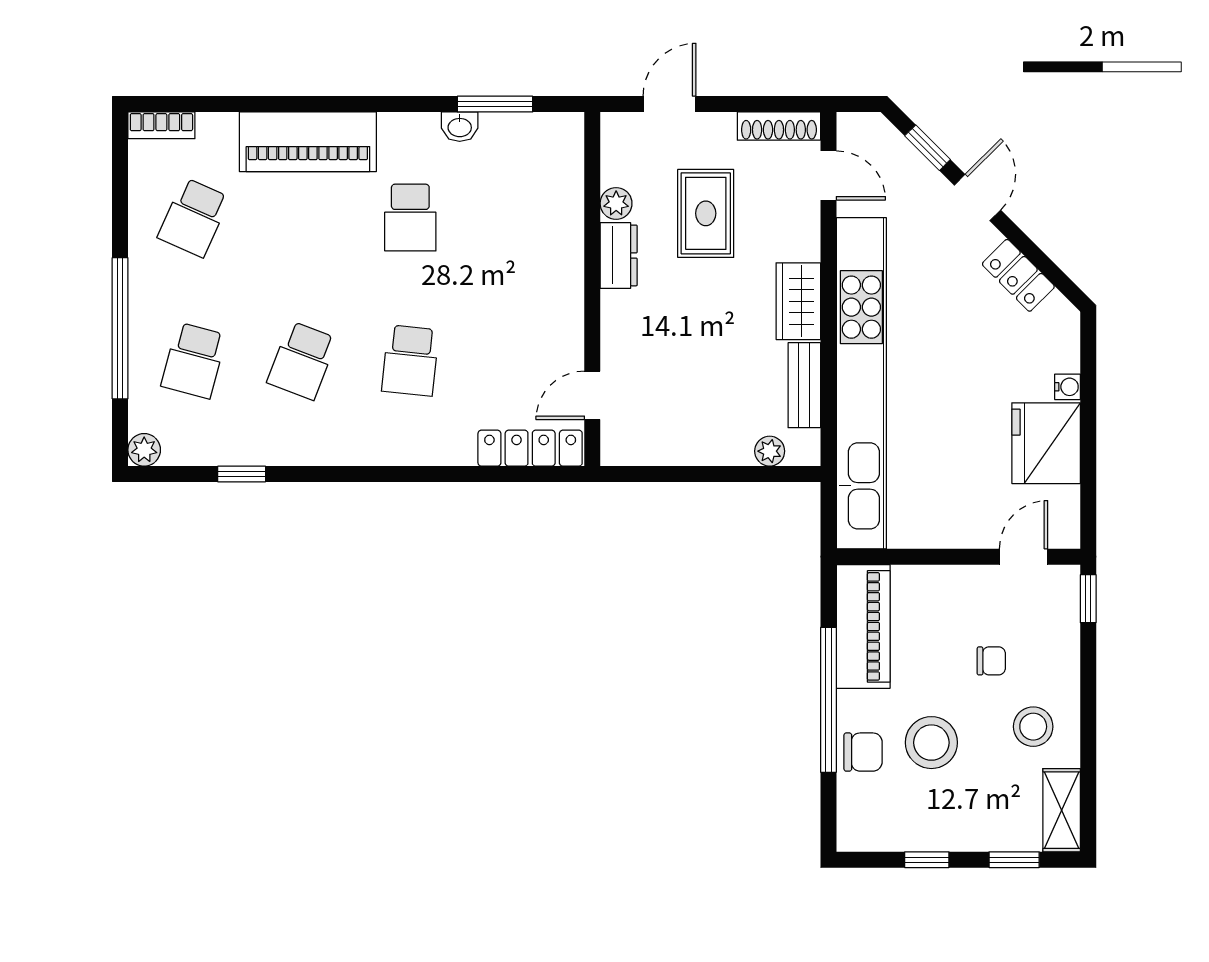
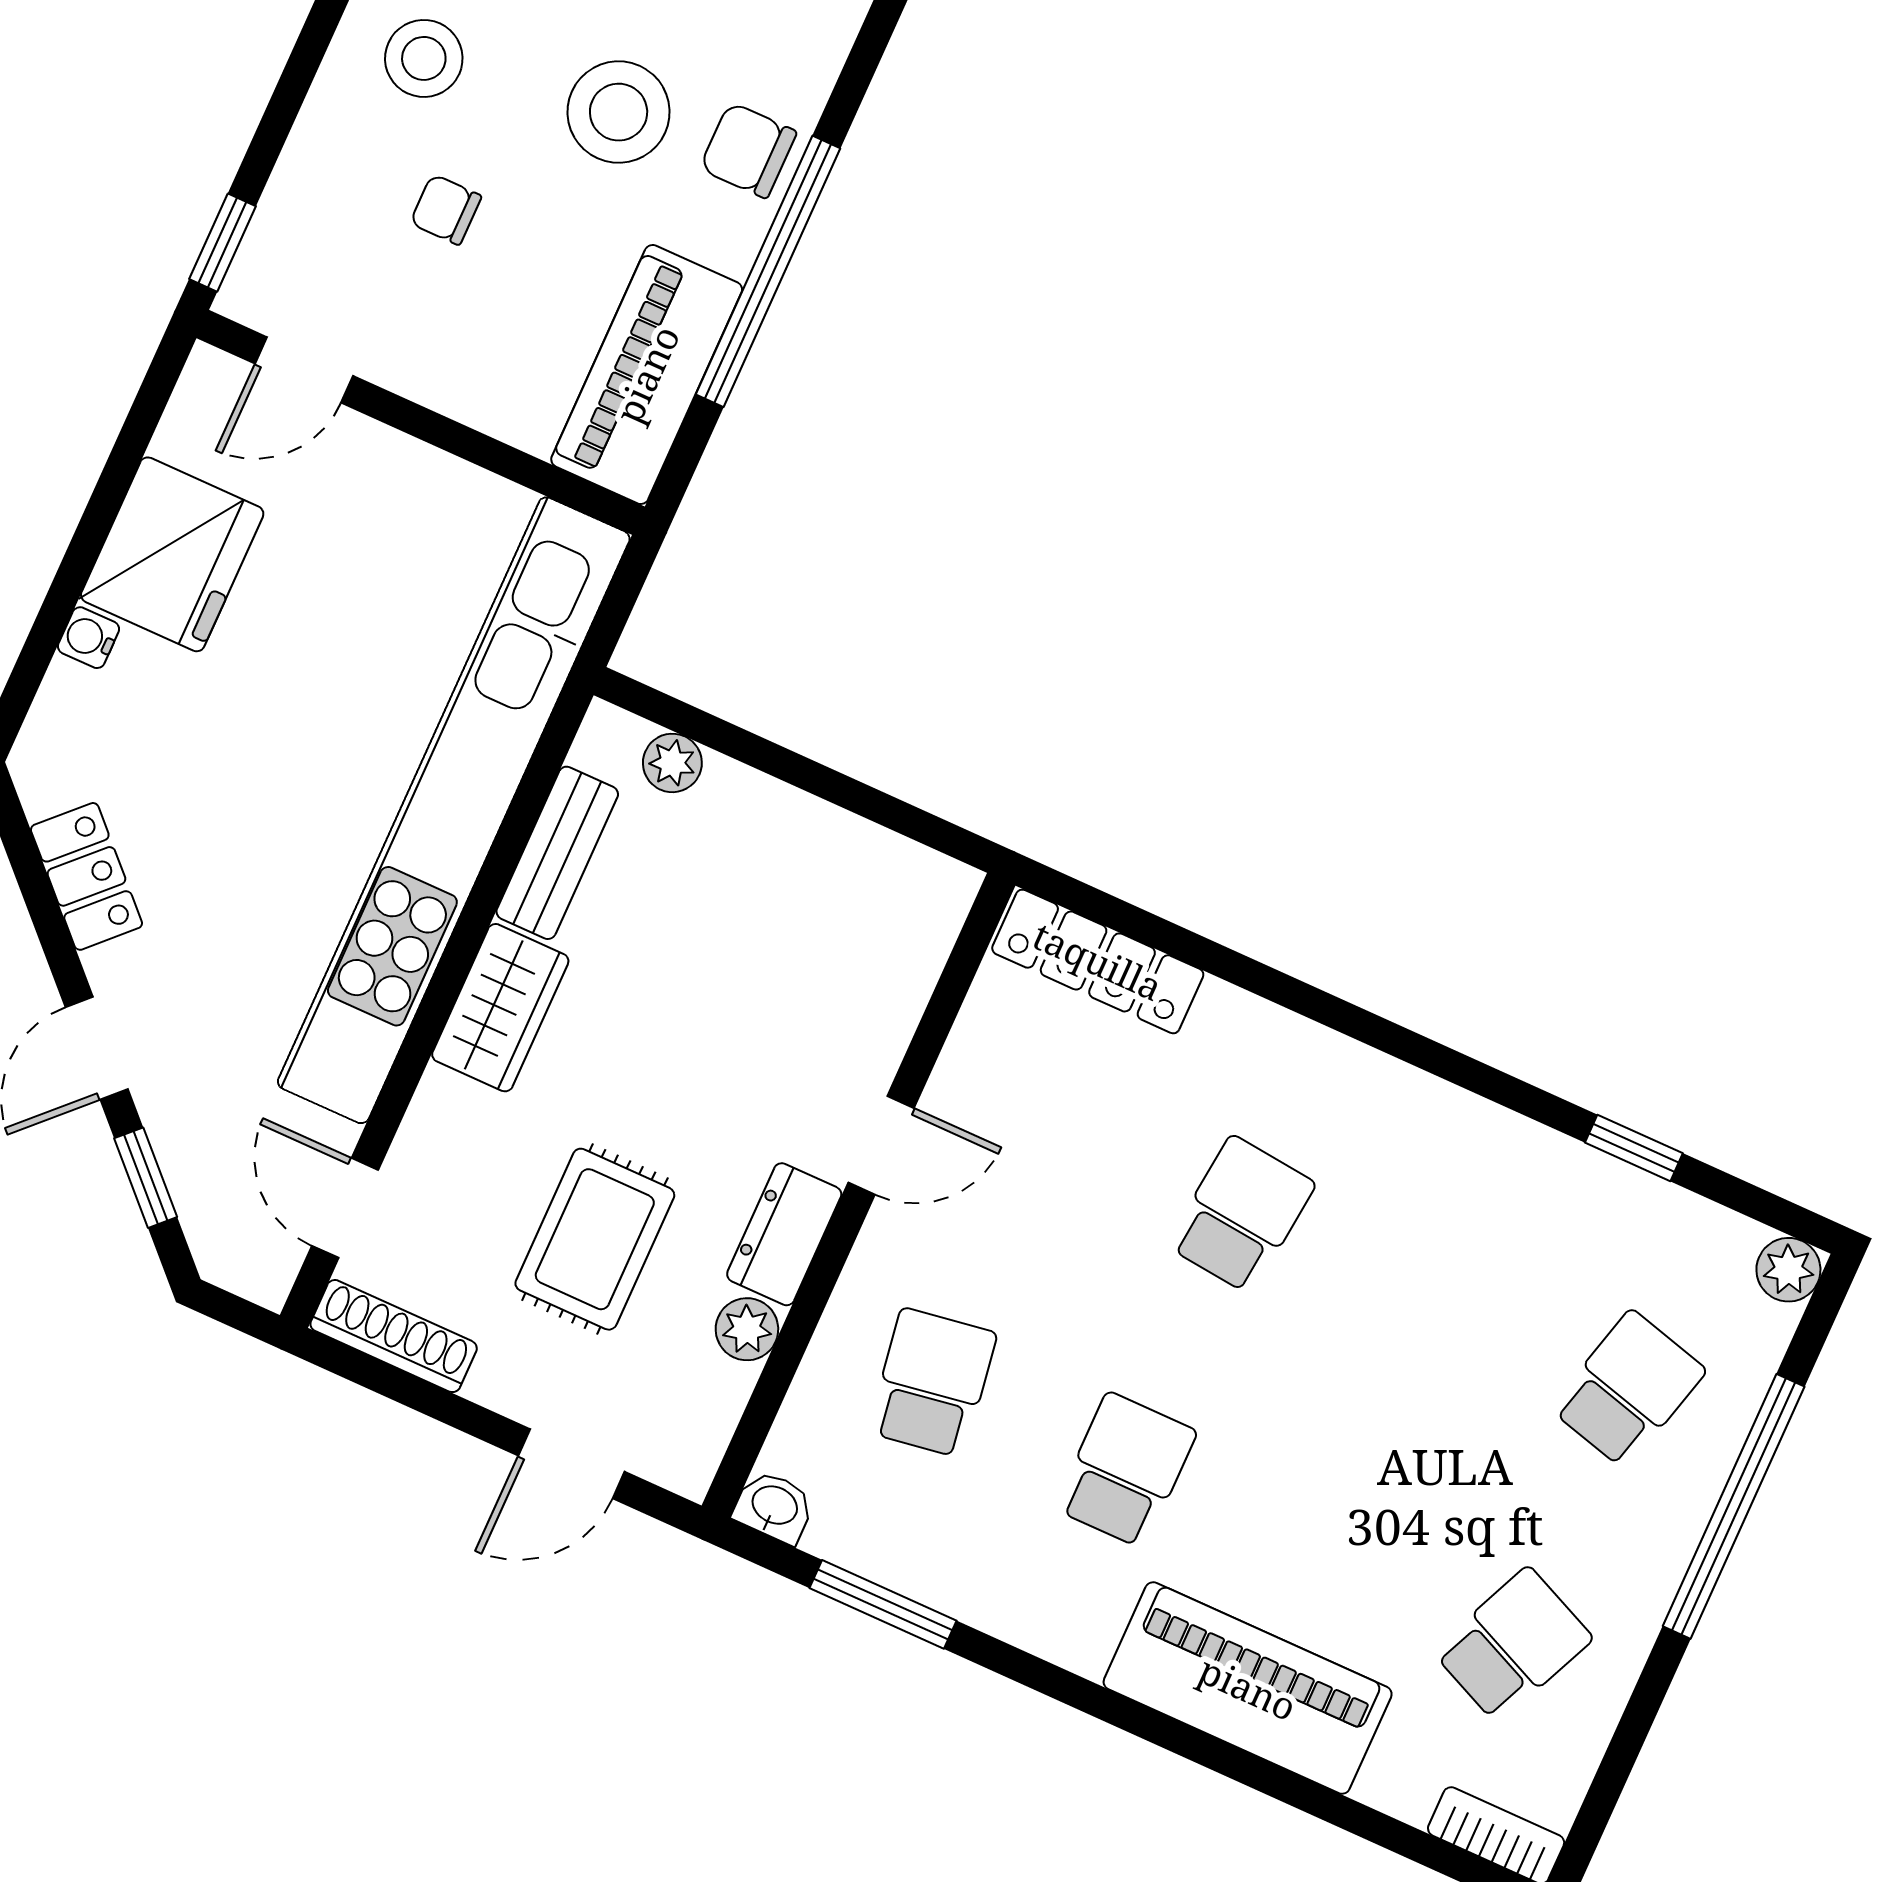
washbasin: (460, 127) -> (774, 1507), moved
school desk: (302, 361) -> (932, 1383), moved, turned -30
door: (592, 395) -> (881, 1145), moved

